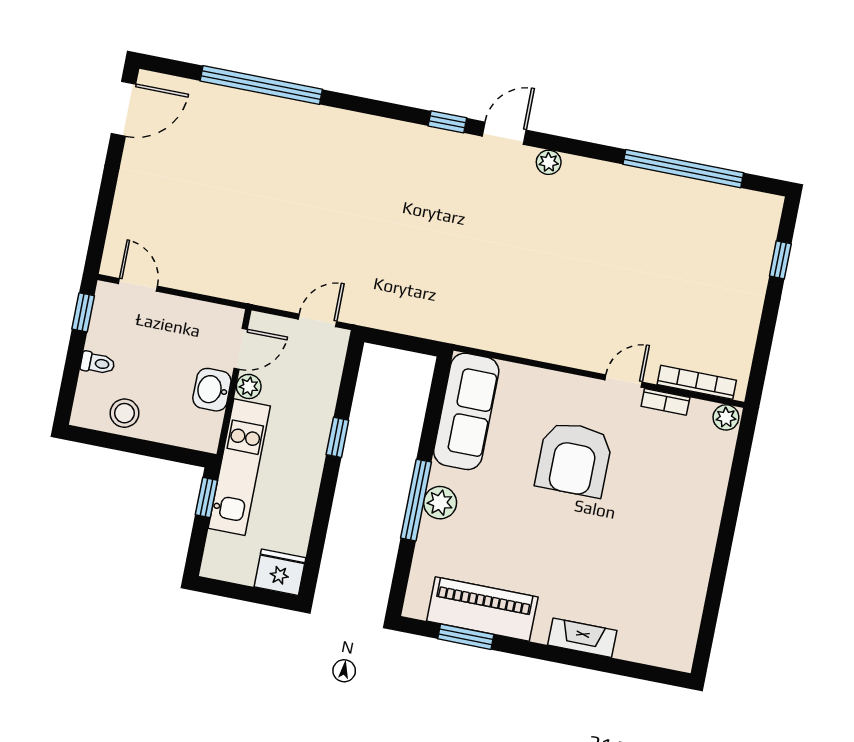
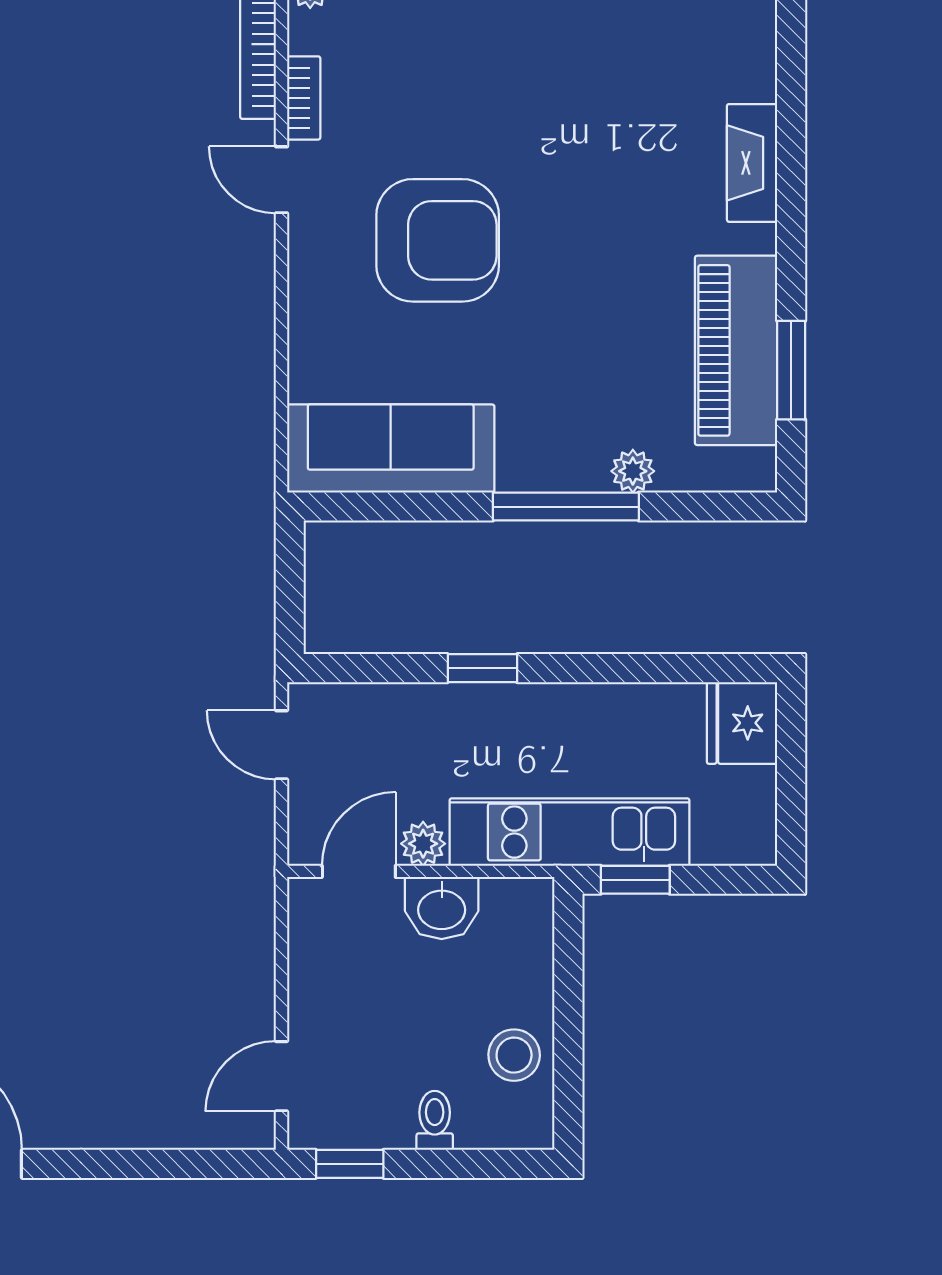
door: (241, 349) -> (359, 871), hinge flipped
plant: (440, 503) -> (633, 471), moved, width x0.73, depth x0.73

